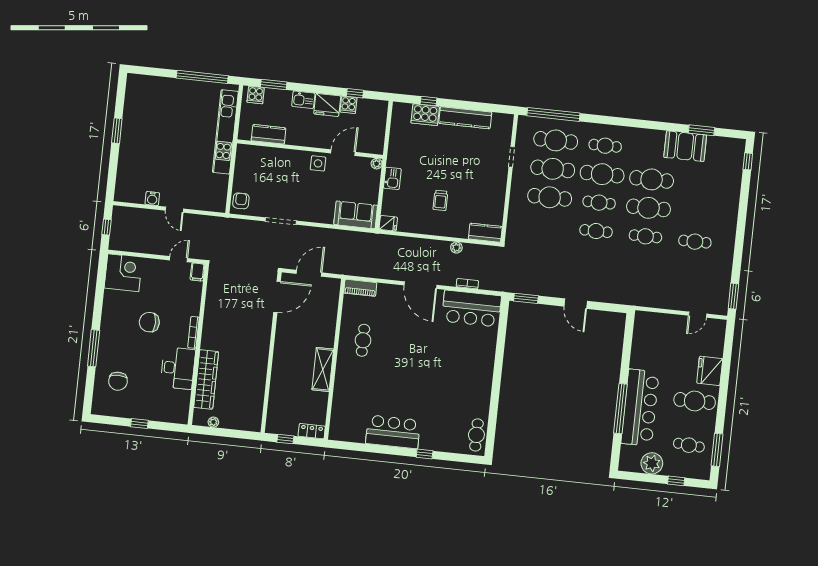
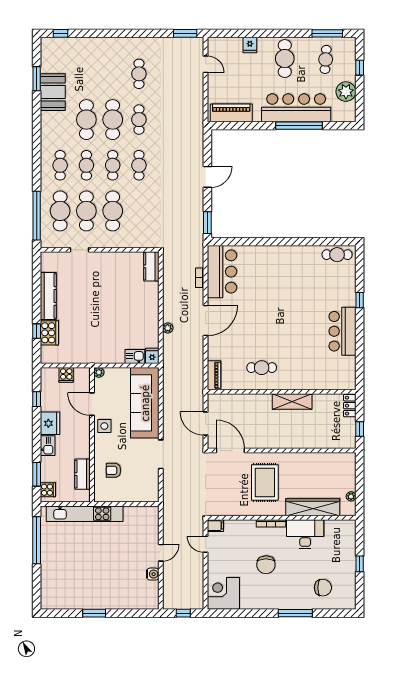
cooker: (349, 105) -> (66, 375), moved, turned 90
cafe table: (602, 174) -> (86, 165), width x0.73, depth x0.74
kitchen sink: (392, 178) -> (135, 357), moved
trolley: (440, 200) -> (126, 311), removed
armchair: (241, 201) -> (113, 470), moved
sofa: (356, 215) -> (145, 403), width x1.85, depth x1.27
plant: (456, 248) -> (168, 328), moved
rug: (238, 331) -> (265, 482), added
piano: (642, 337) -> (231, 113), added
fridge: (710, 371) -> (250, 45), width x0.53, depth x0.75

